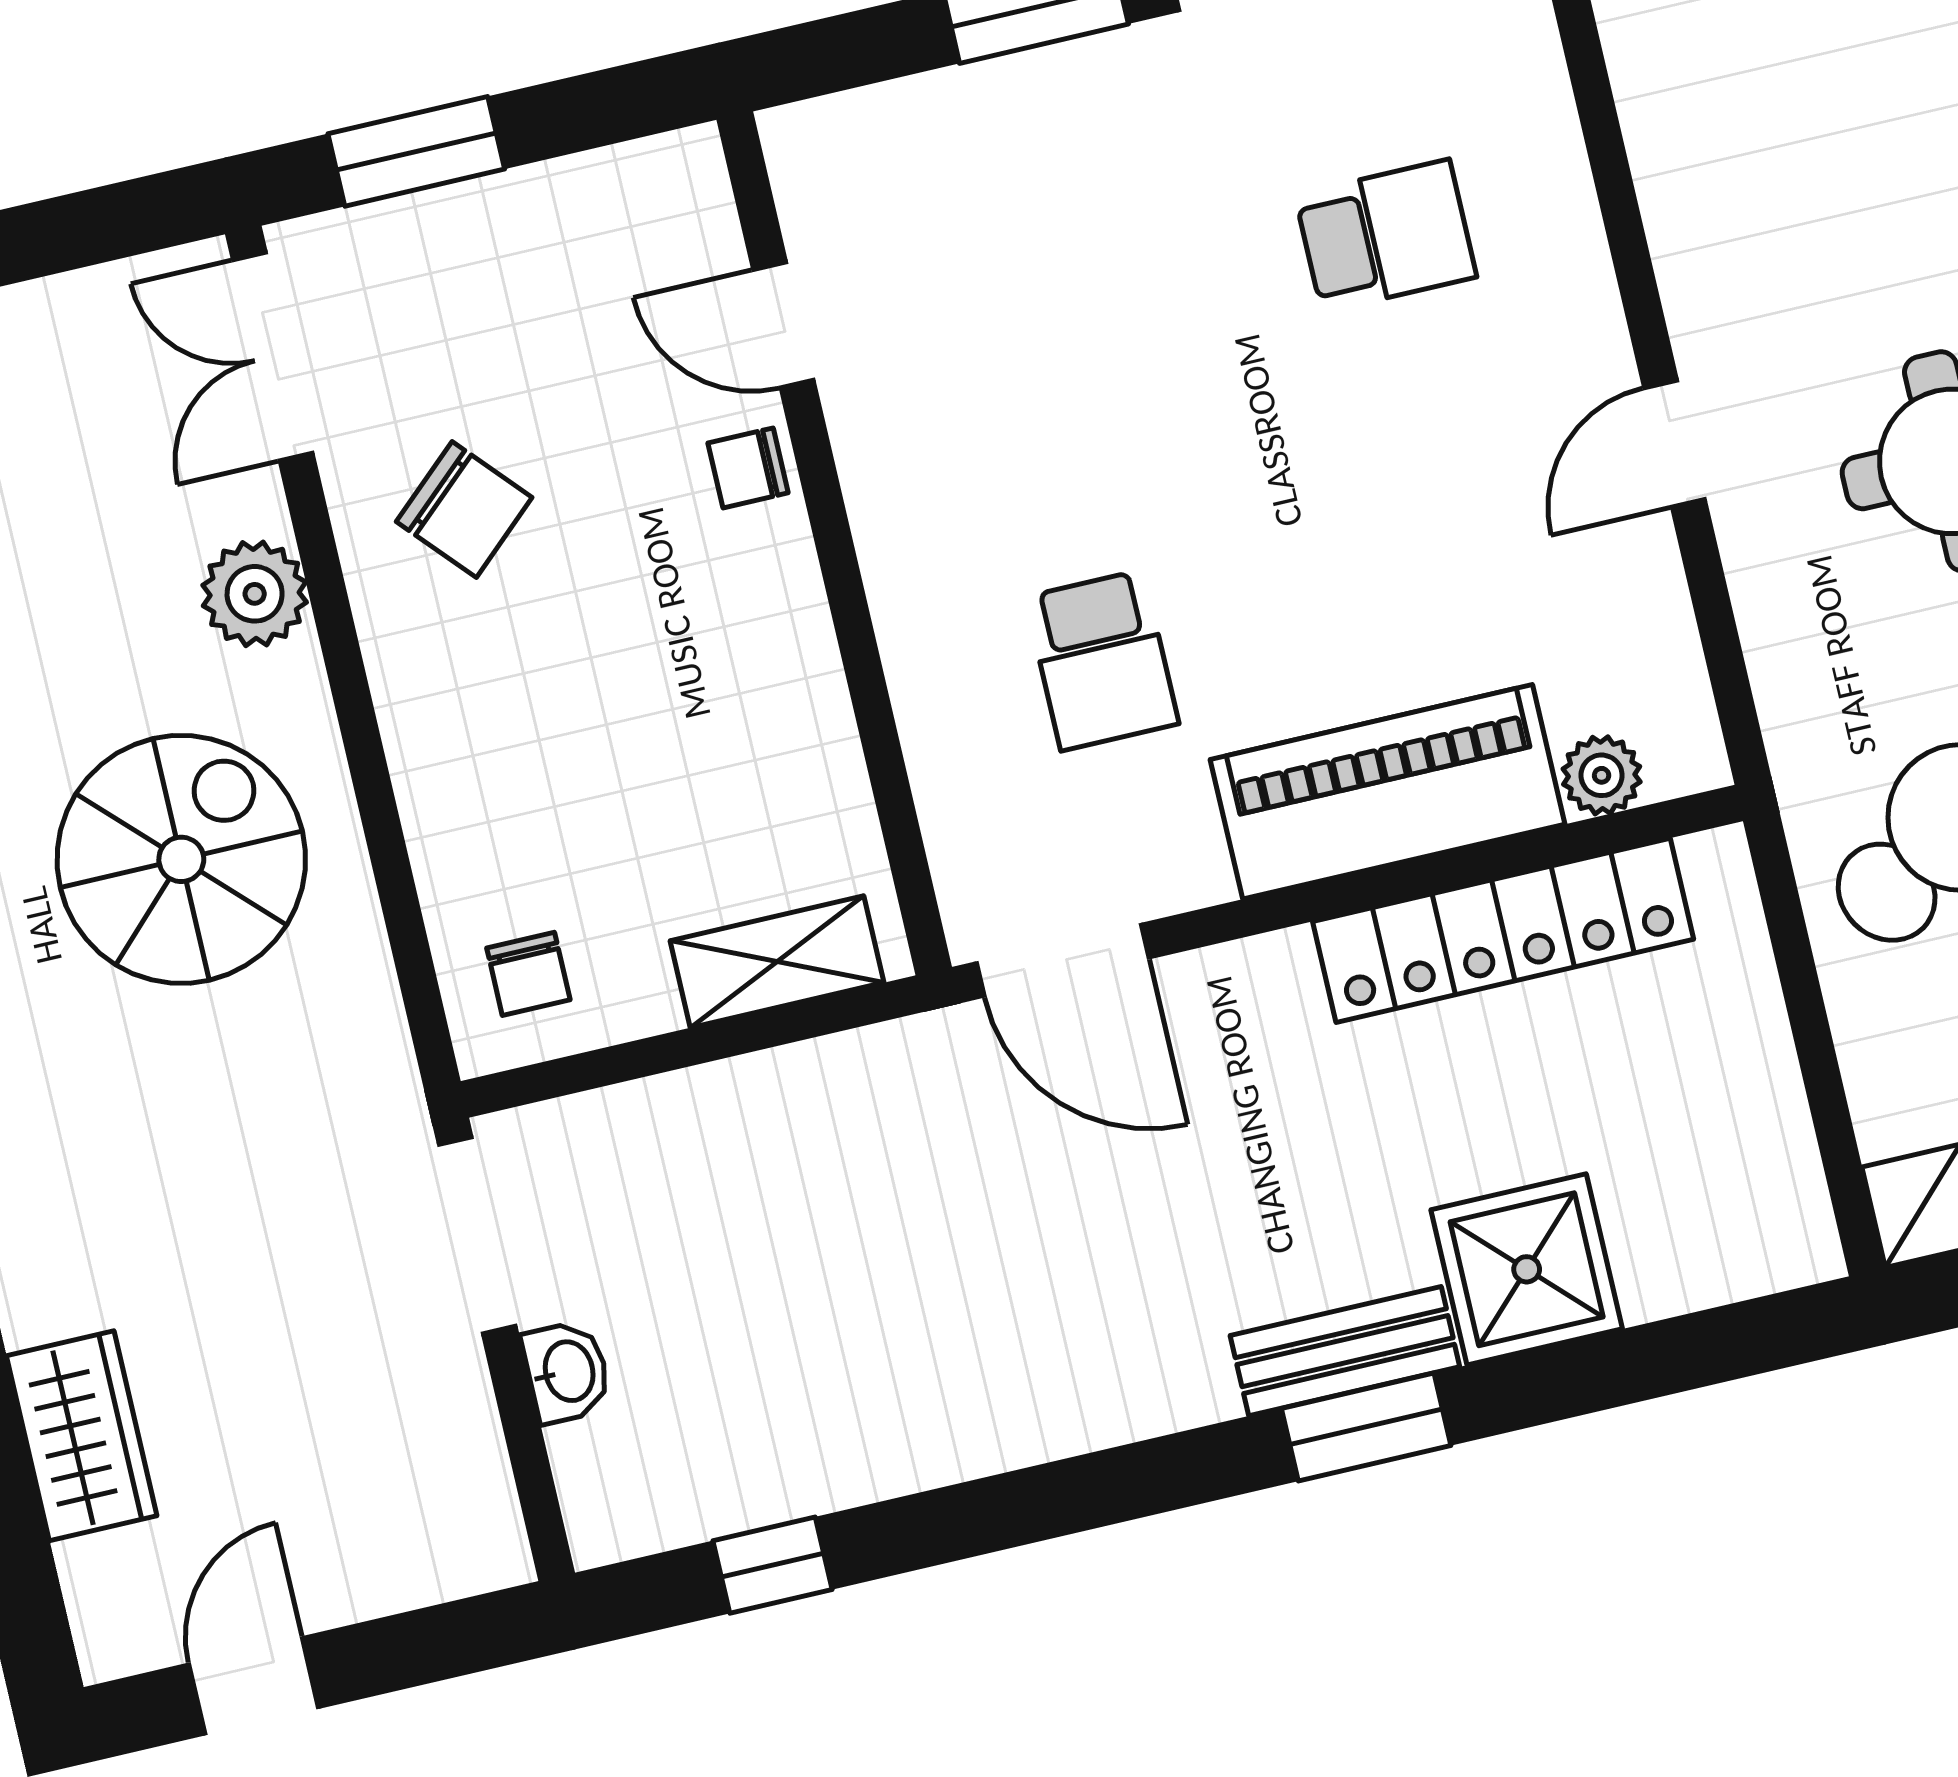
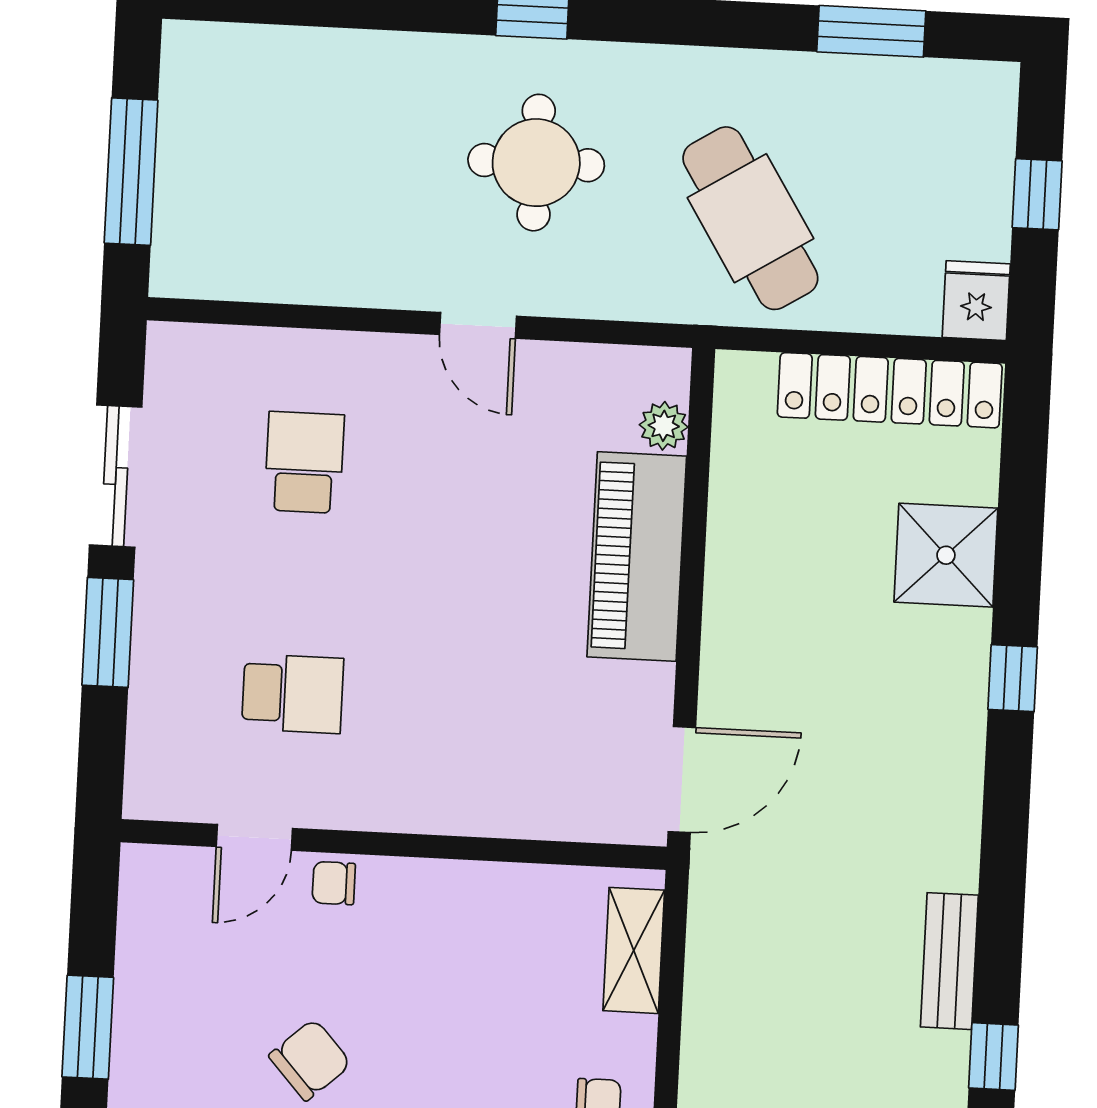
chair: (748, 468) -> (334, 883), turned 90
school desk: (1102, 660) -> (293, 694), moved
locker: (1503, 930) -> (890, 390), moved, turned 90
bench: (1345, 1351) -> (949, 961), moved
window: (1366, 1427) -> (1013, 678), width x0.67

